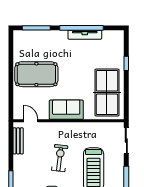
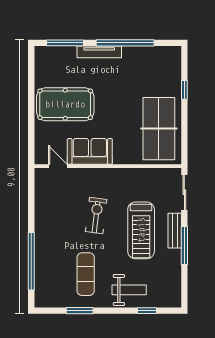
tv unit: (85, 35) -> (99, 52), moved
sofa: (66, 110) -> (90, 151), moved
bench: (18, 141) -> (175, 231), moved

